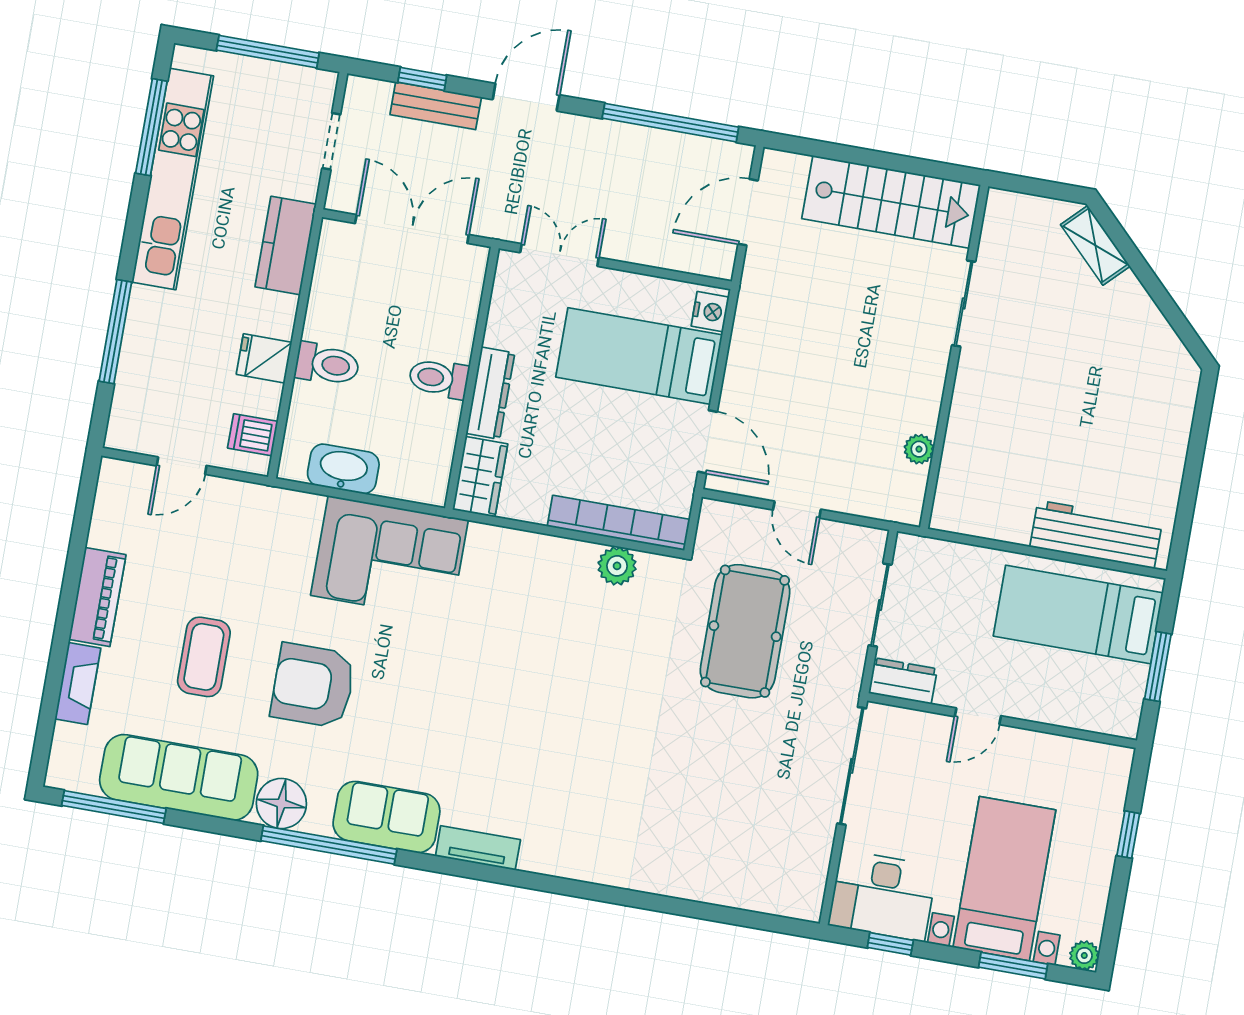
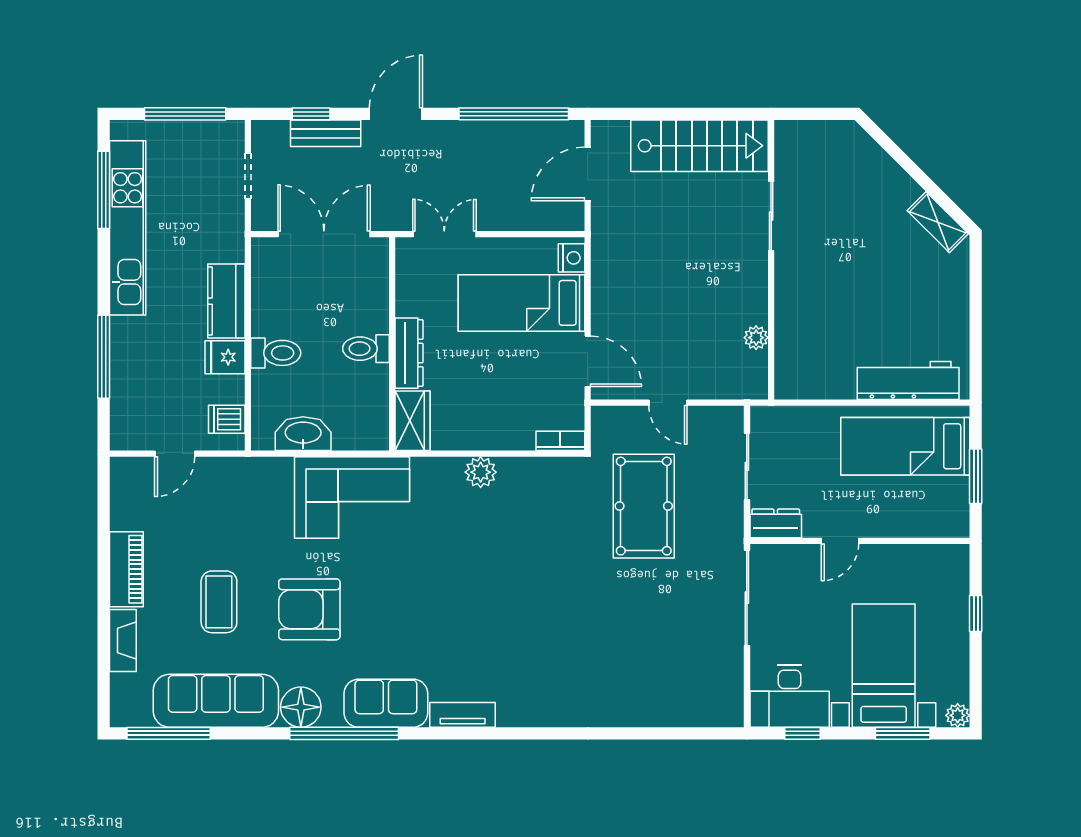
shelving: (1095, 245) -> (938, 222), moved
kitchen counter: (286, 246) -> (226, 301), moved
bookcase: (619, 523) -> (560, 441), width x0.43, depth x0.76
plant: (617, 566) -> (481, 472), moved

